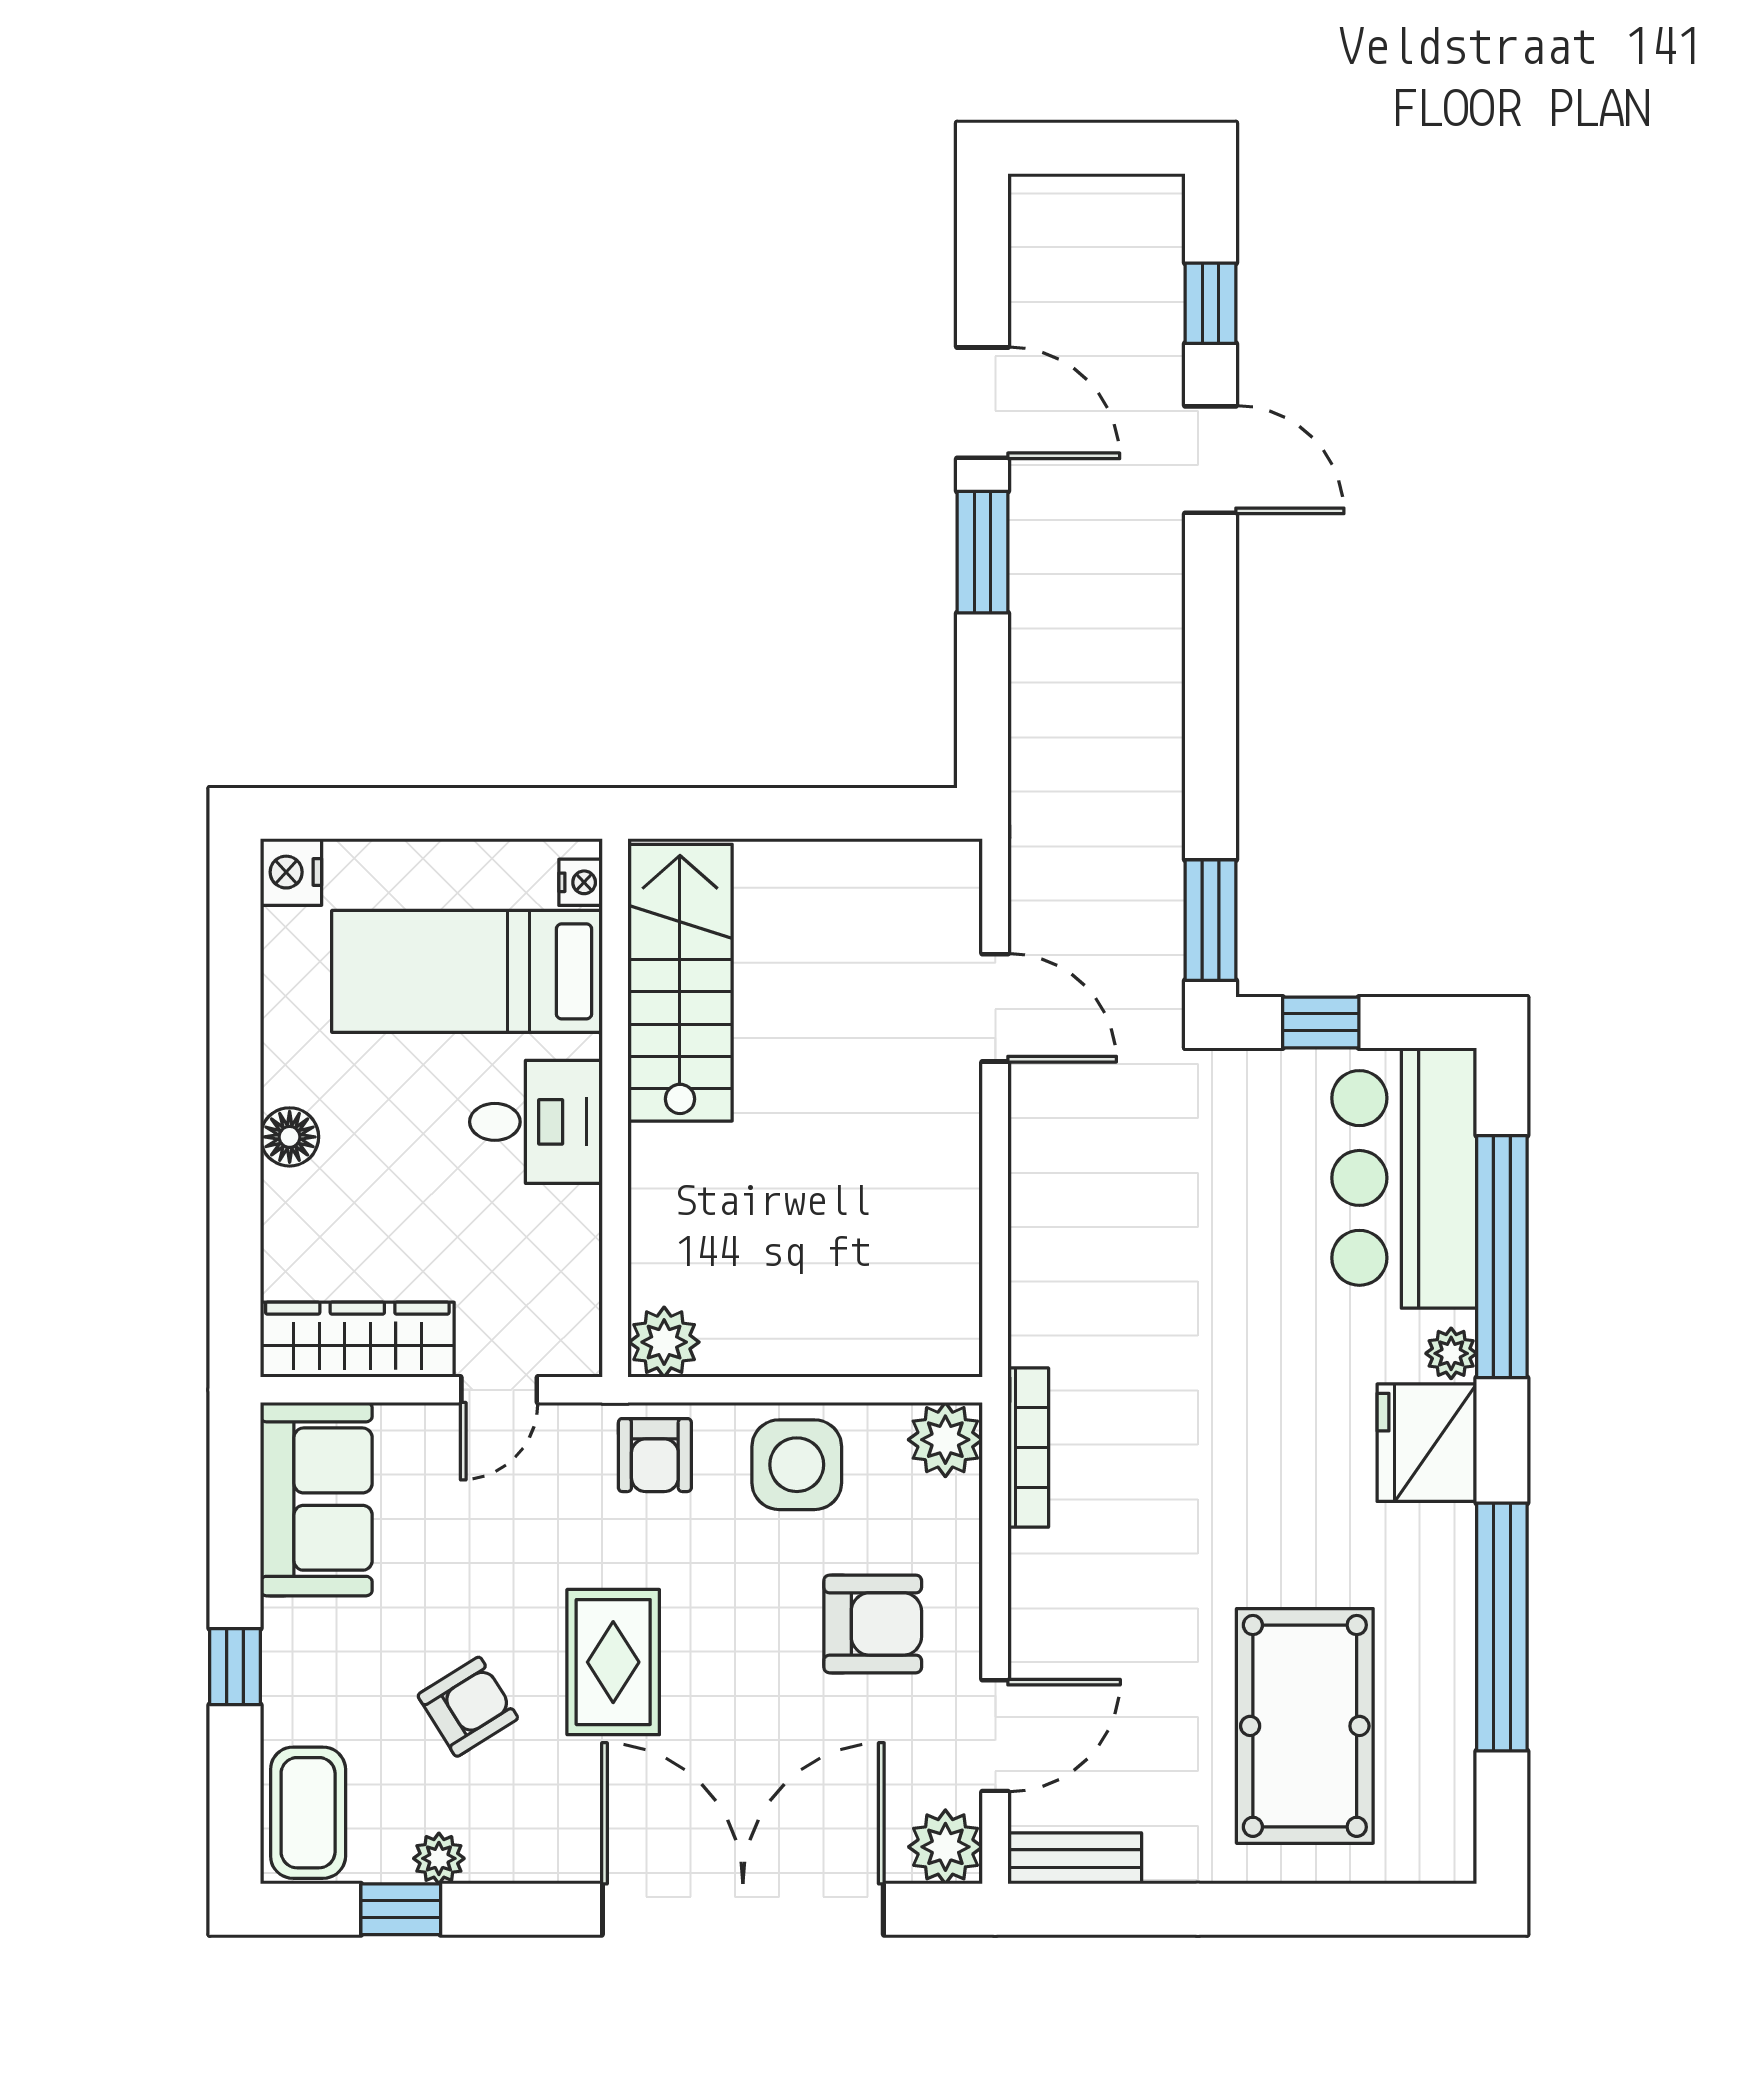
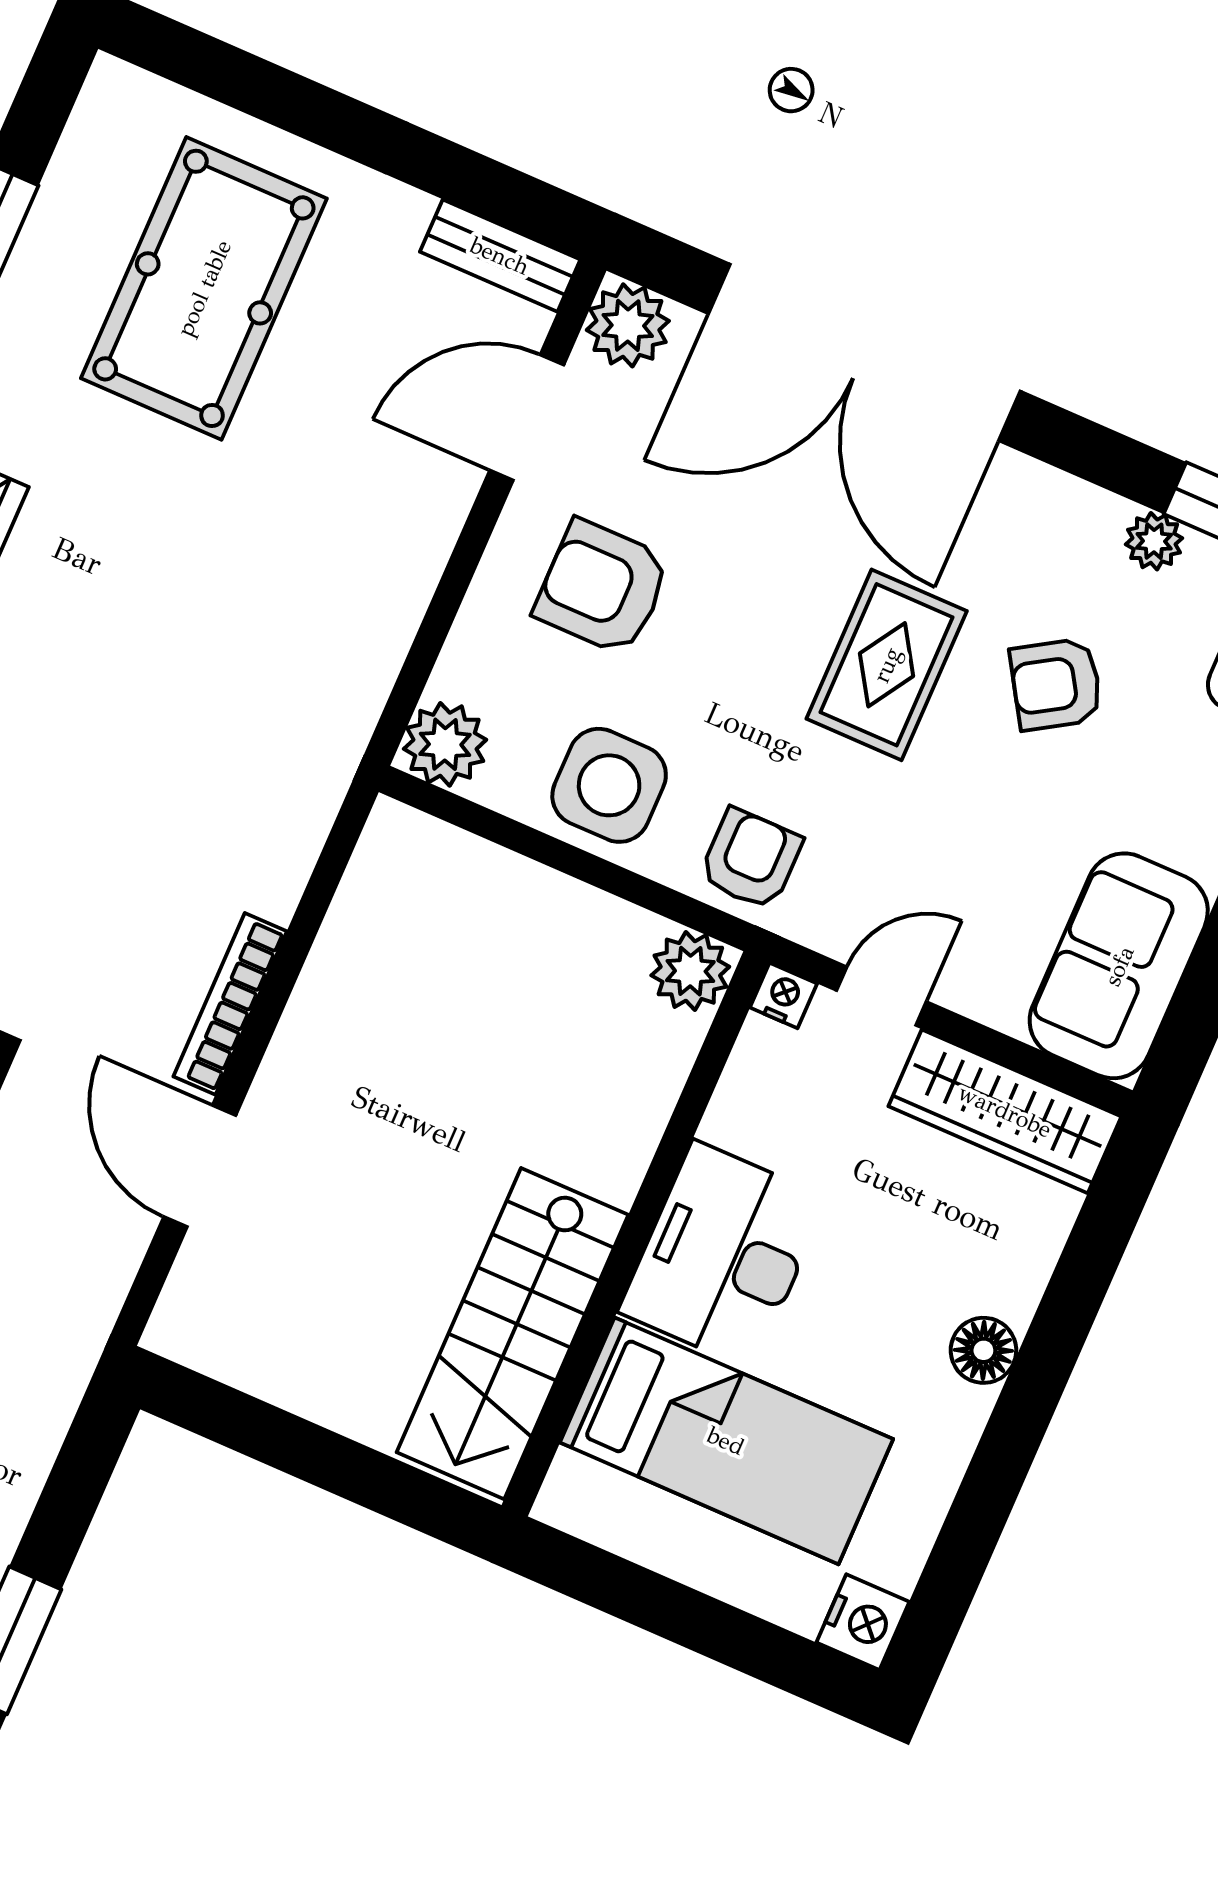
nightstand: (581, 882) -> (784, 996), moved, turned 90
desk: (536, 1122) -> (723, 1255), width x1.37
bookcase: (1028, 1448) -> (230, 1004), moved

